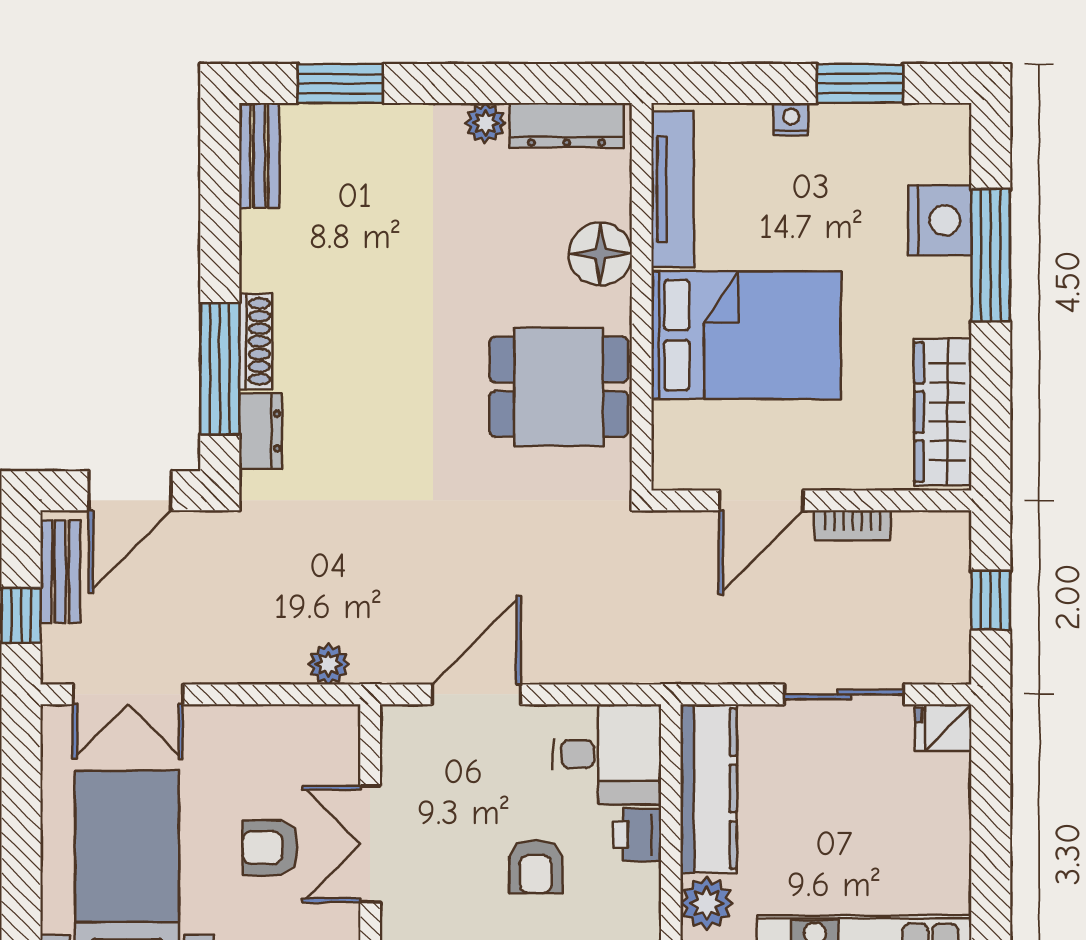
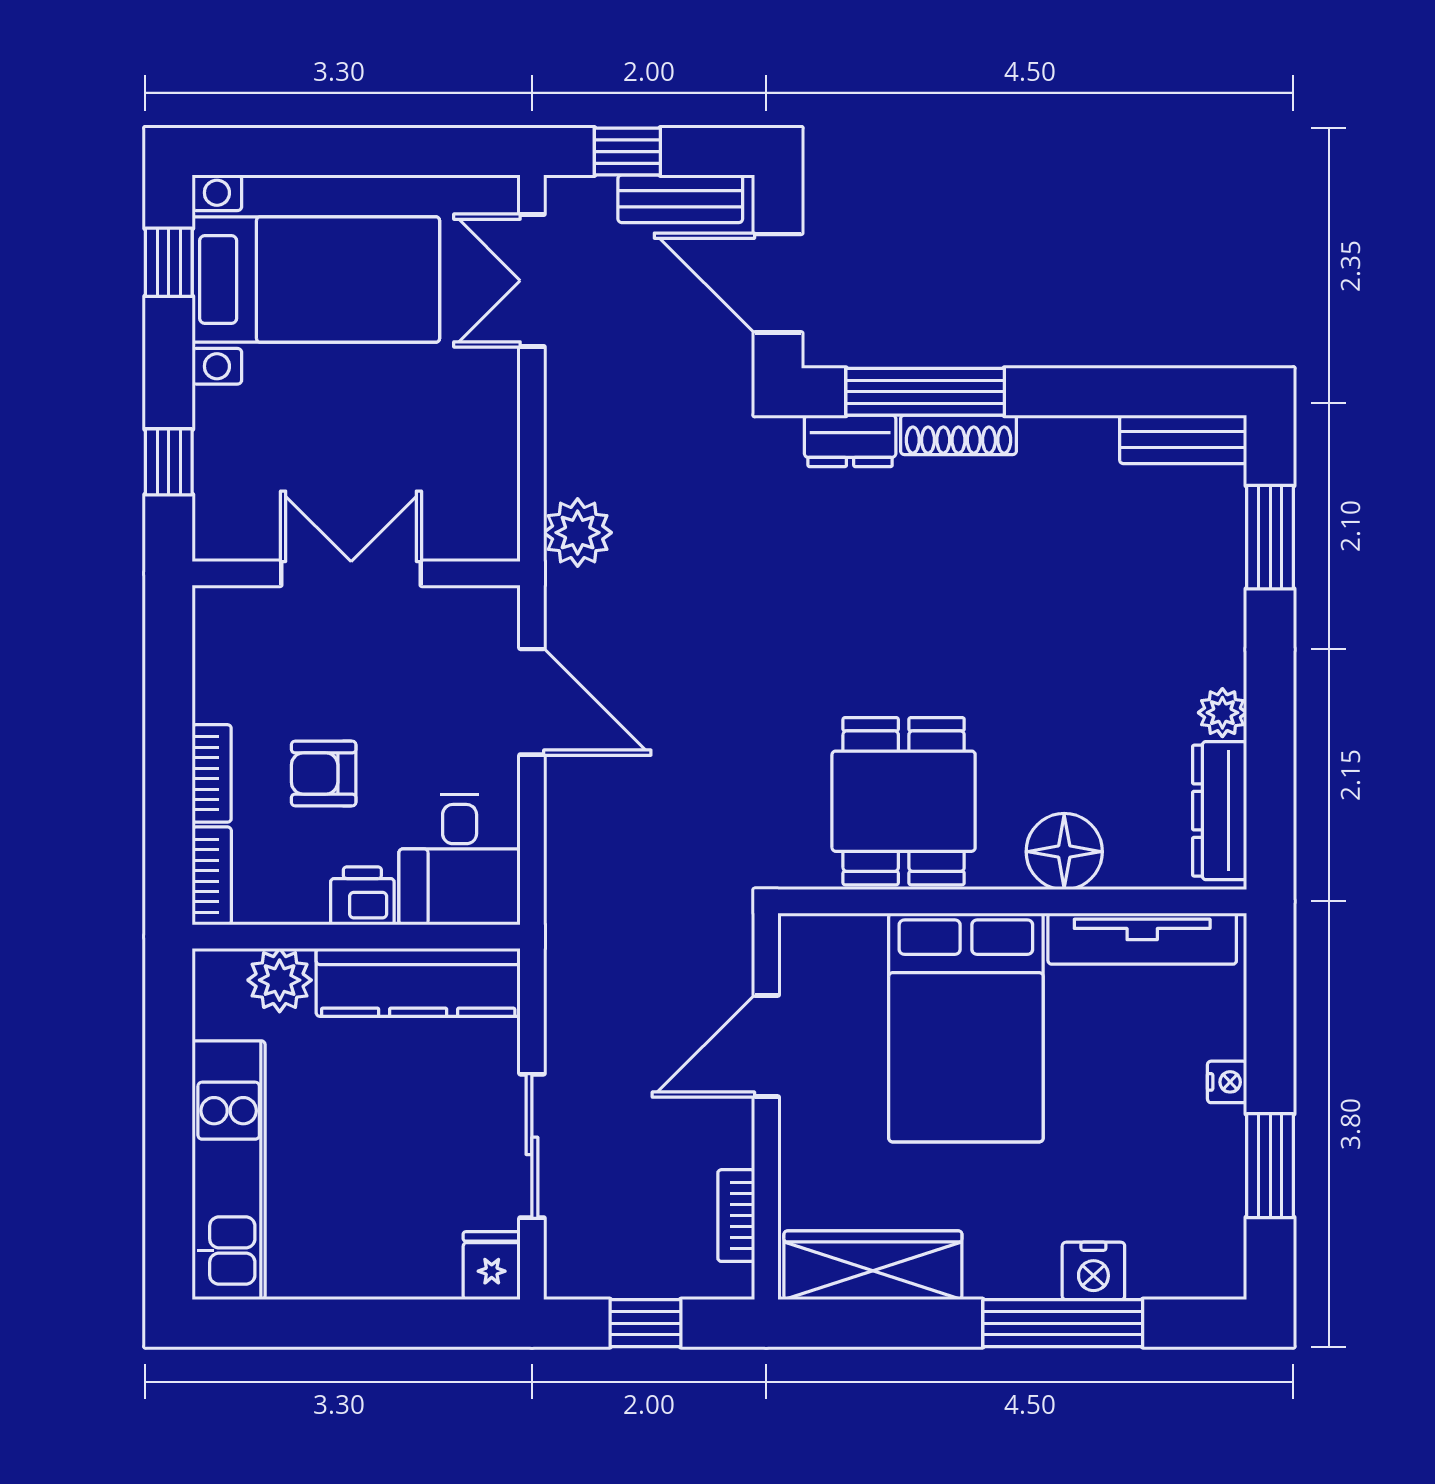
nightstand: (940, 220) -> (1093, 1271), width x0.74, depth x0.75
door: (761, 500) -> (766, 1046), hinge flipped
bookcase: (852, 525) -> (736, 1216), moved
plant: (329, 664) -> (578, 533), width x1.38, depth x1.38
armchair: (270, 848) -> (347, 452), removed

